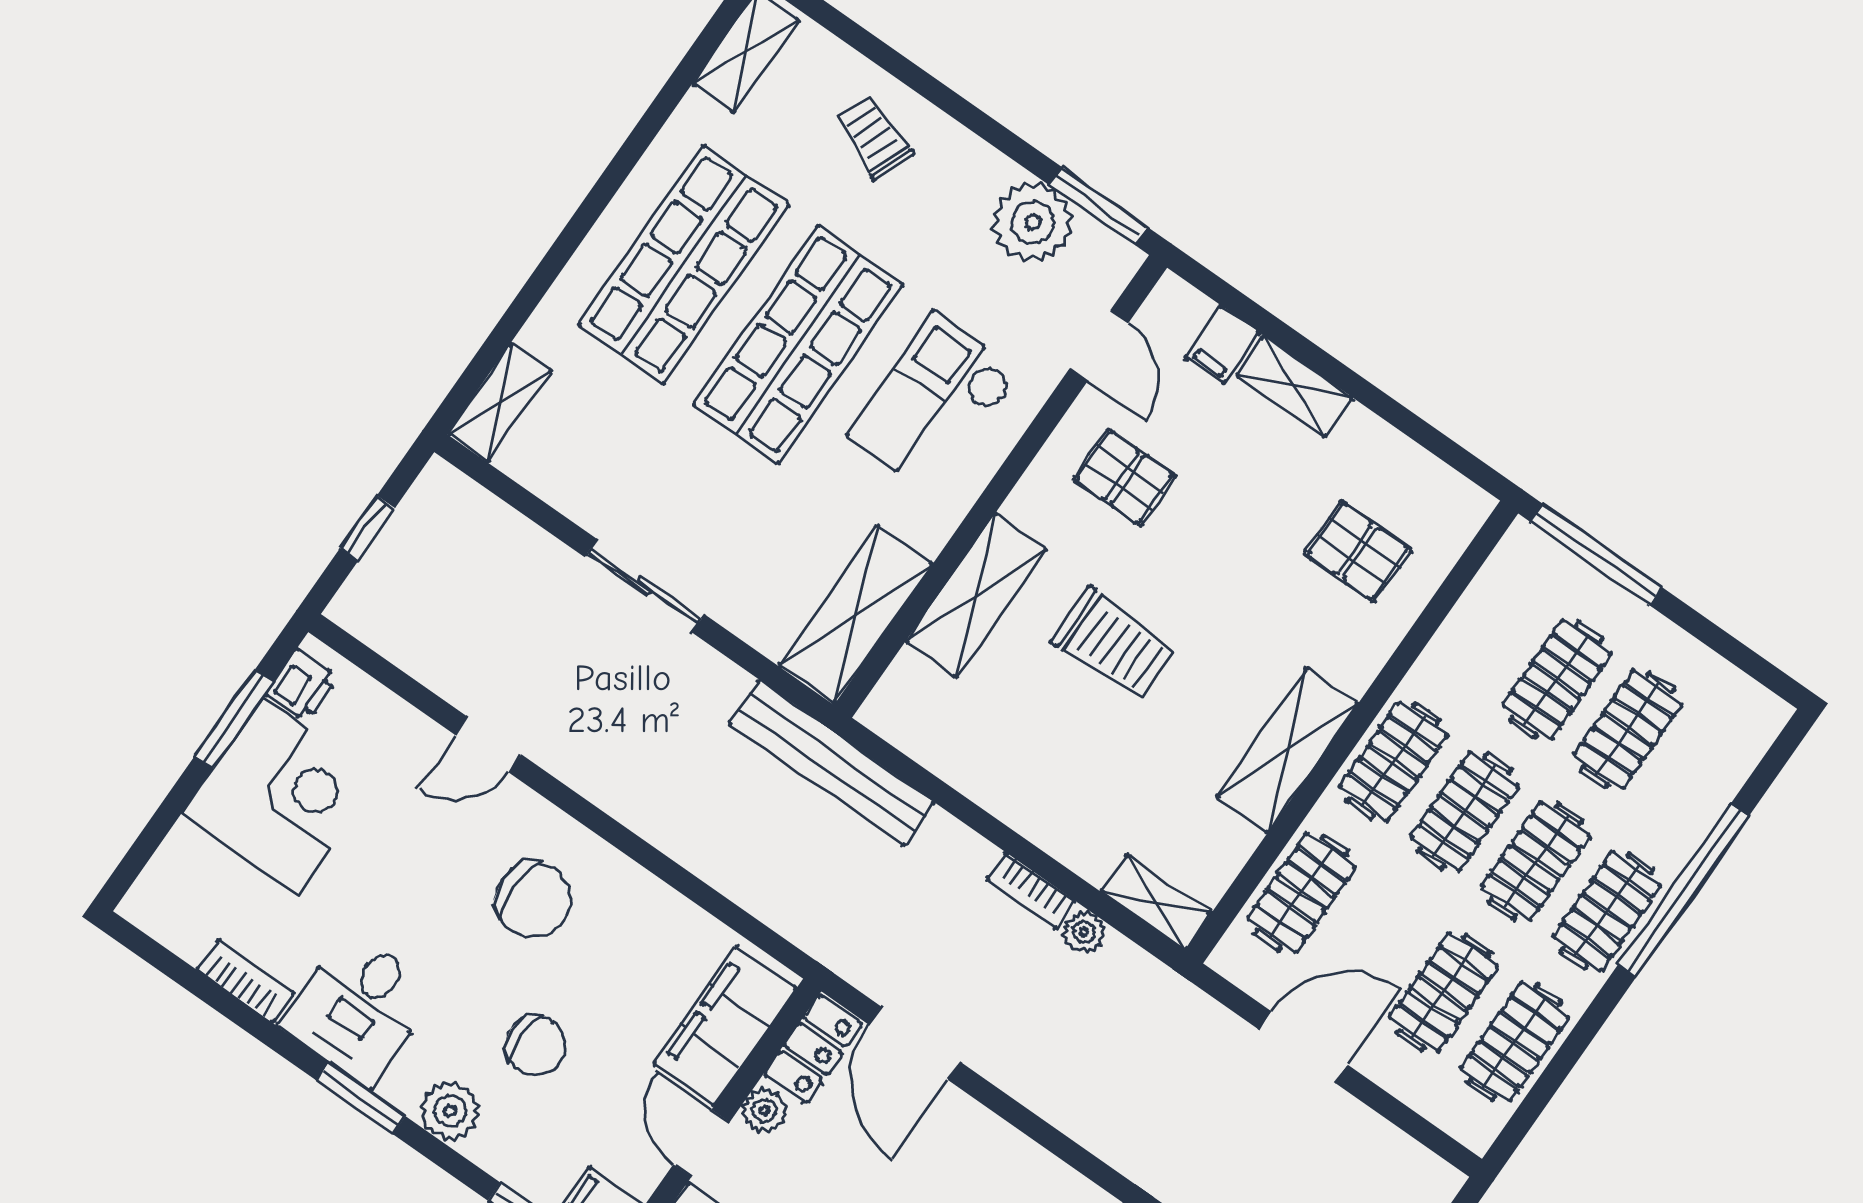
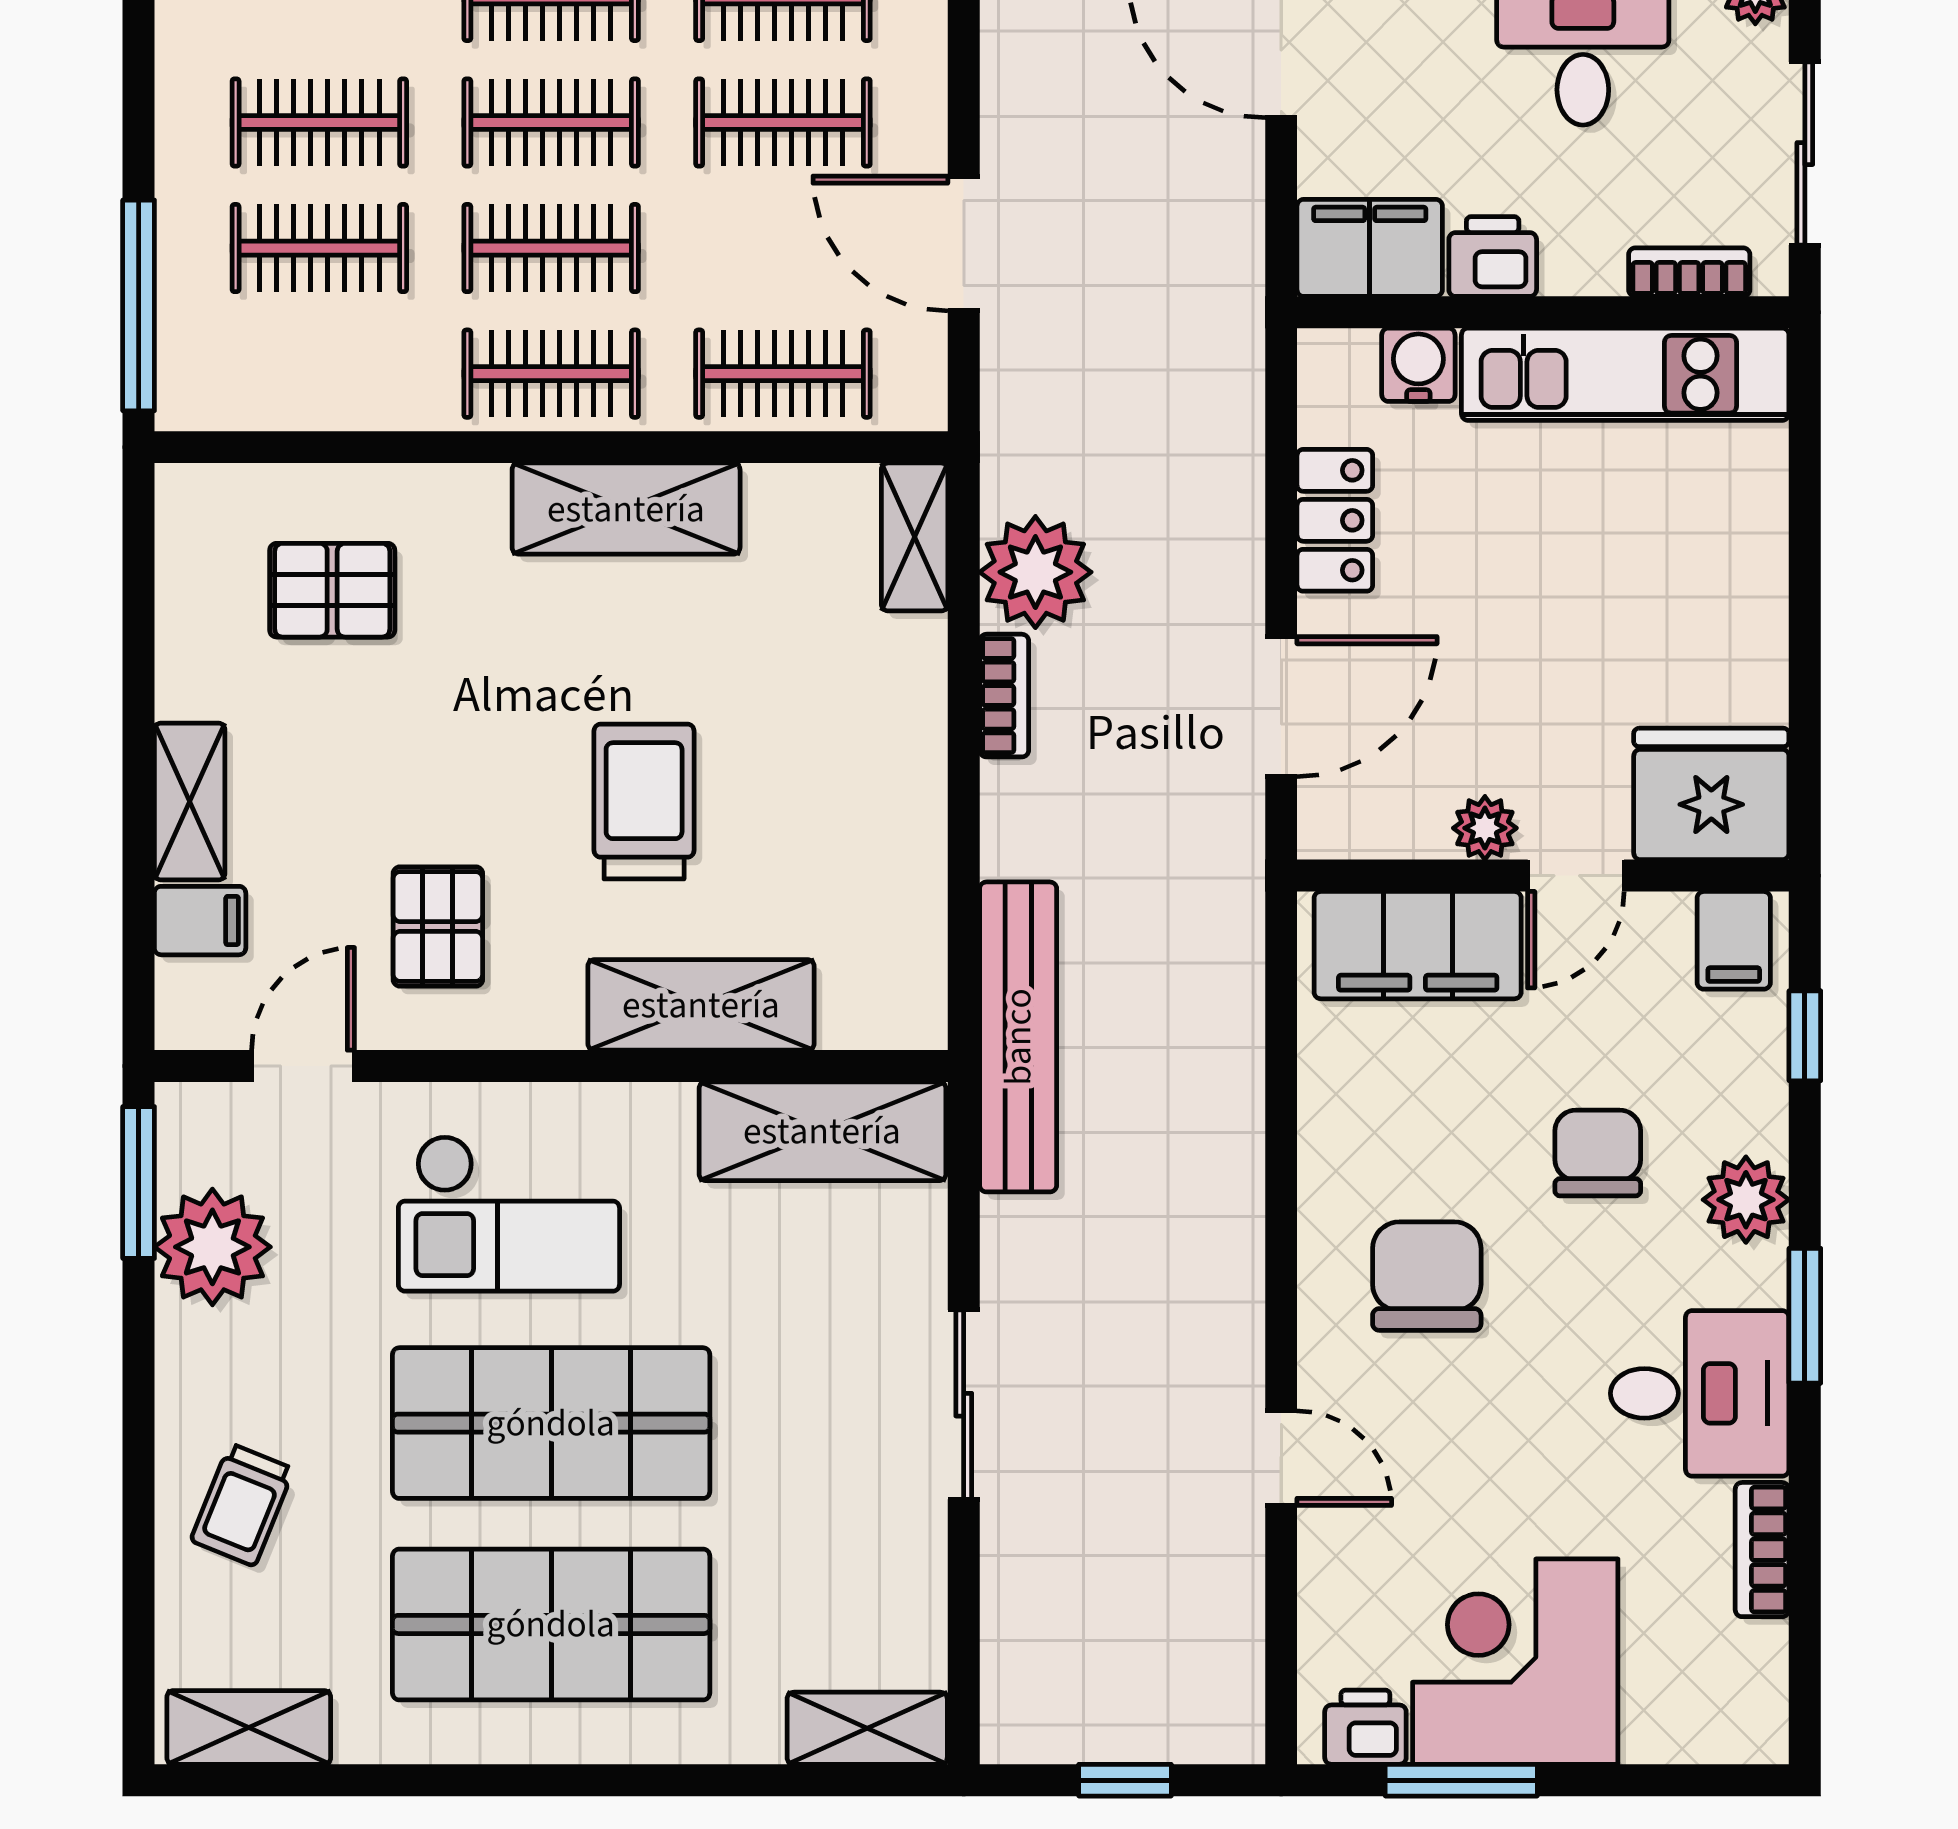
pallet: (1357, 551) -> (332, 590), turned 90
plant: (1084, 932) -> (1035, 572), width x1.88, depth x1.88
locker: (813, 1049) -> (1335, 520), moved, turned 90

